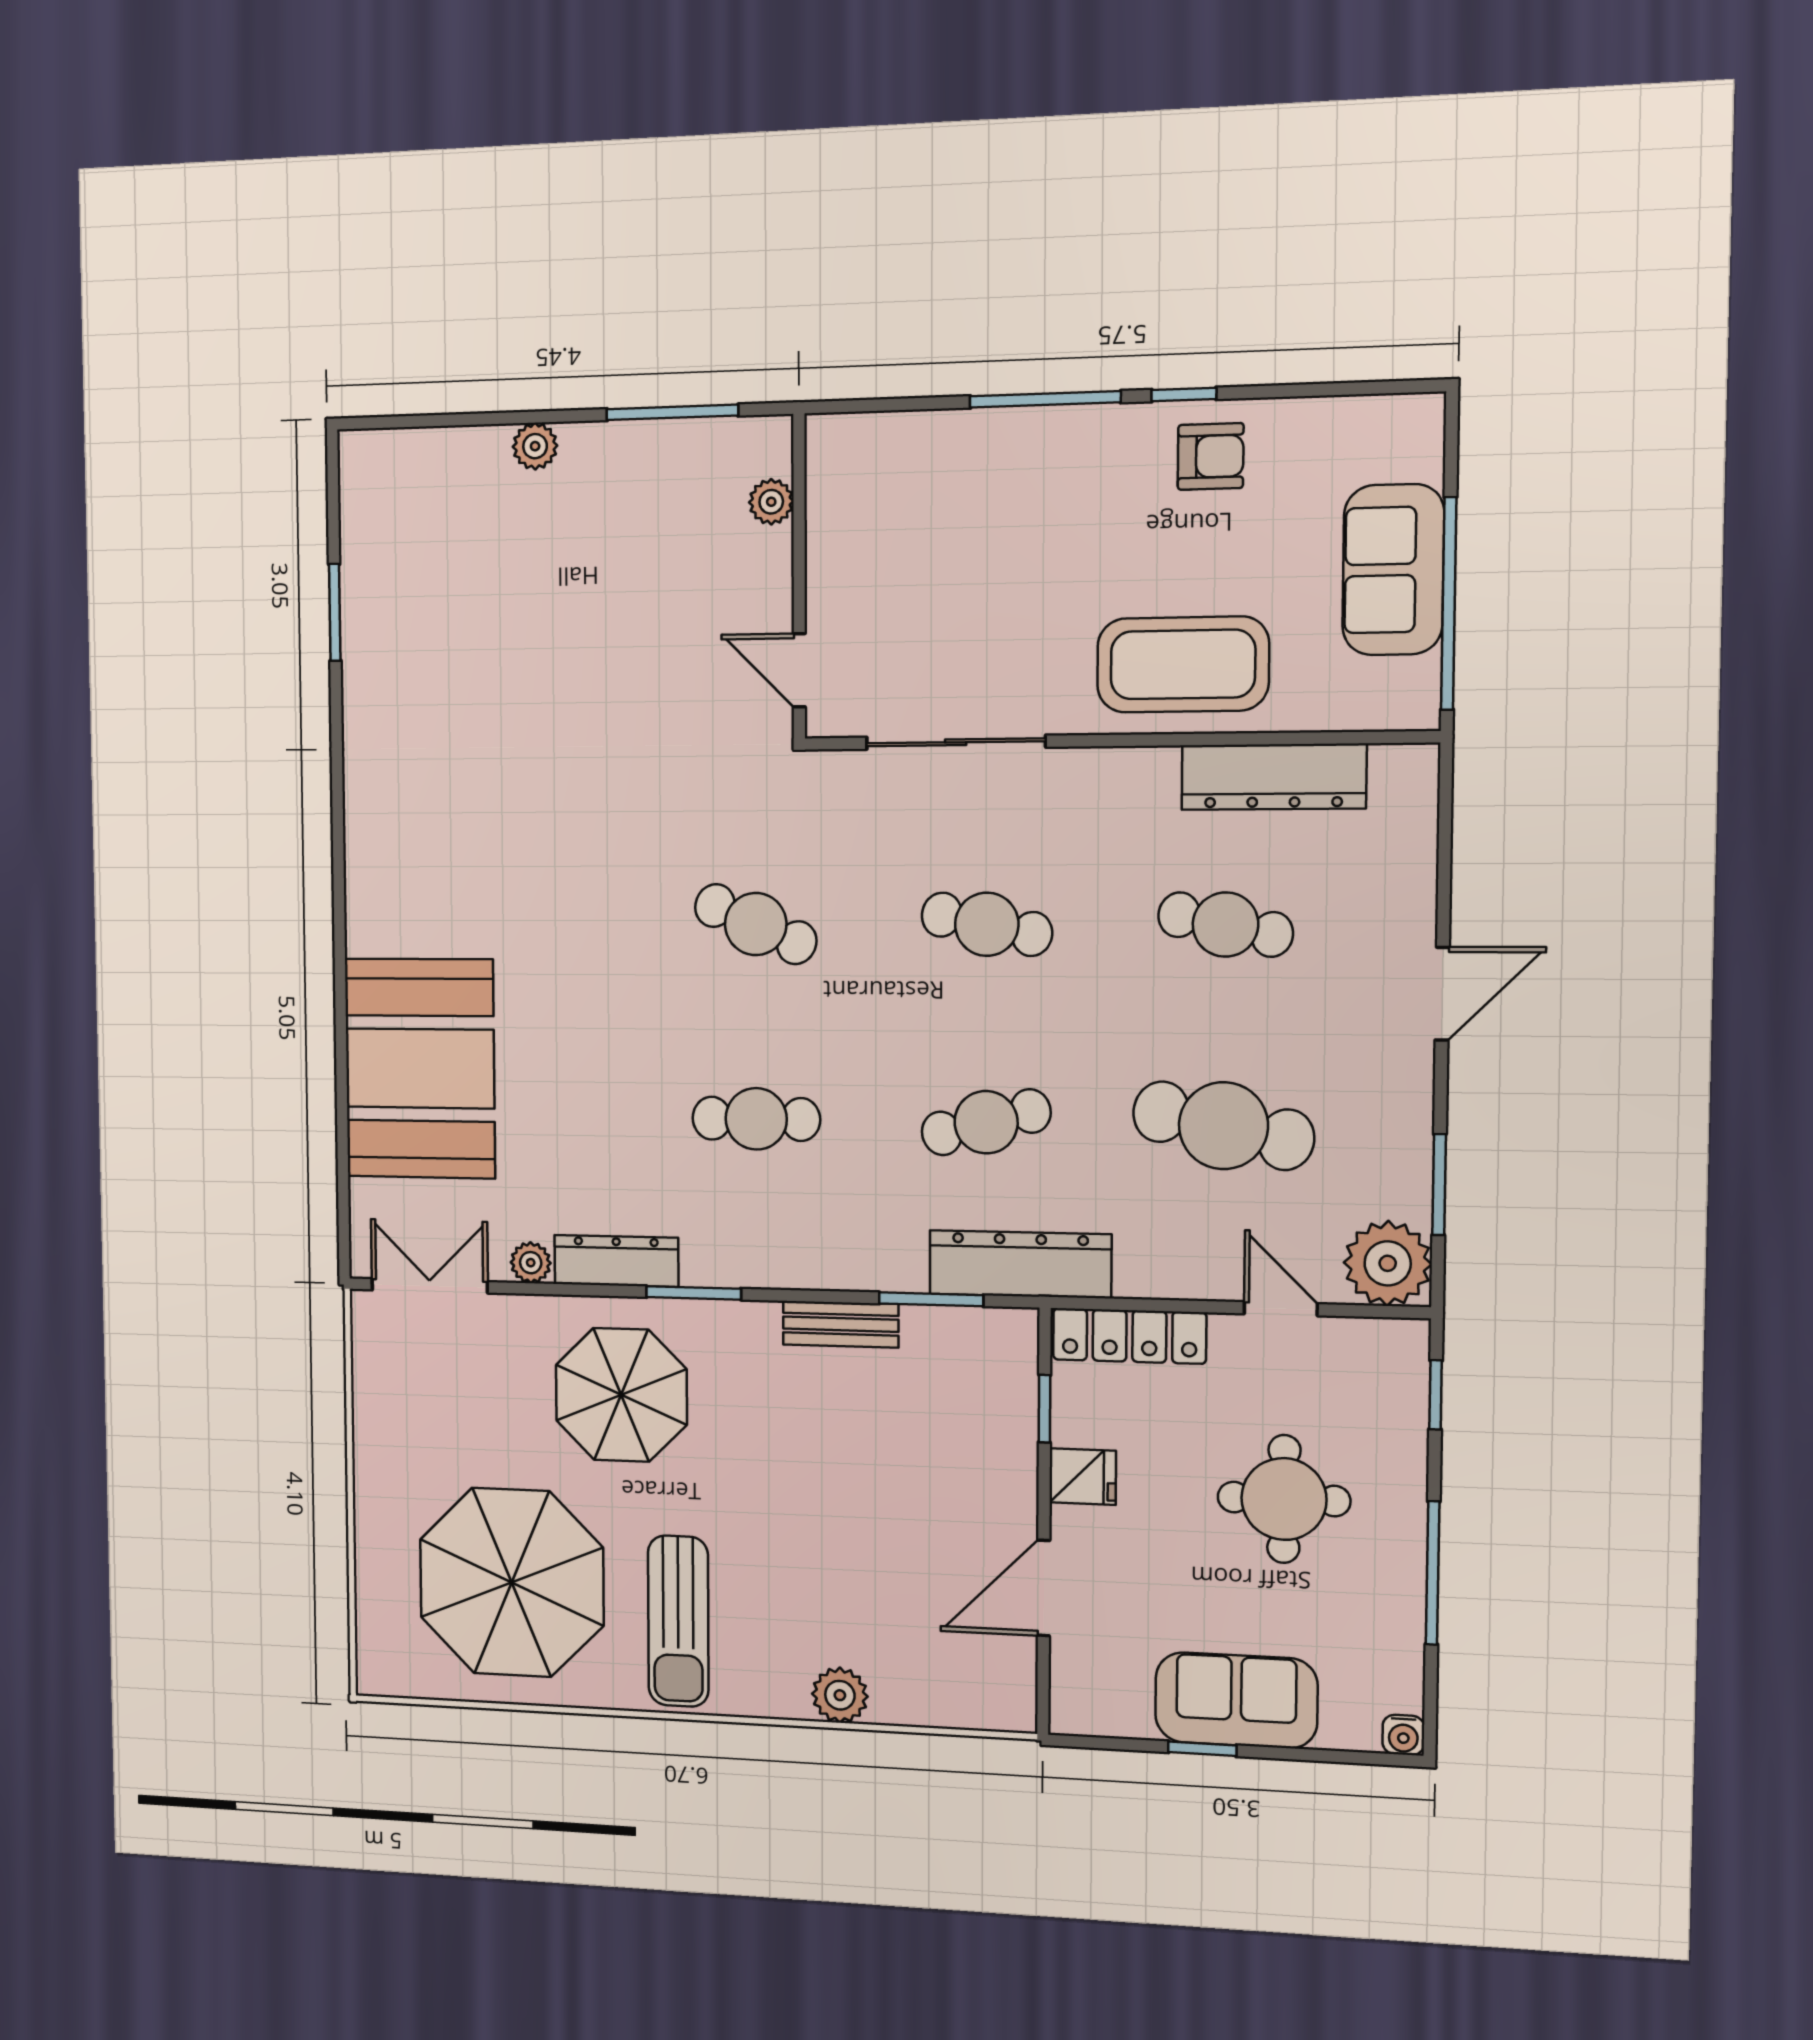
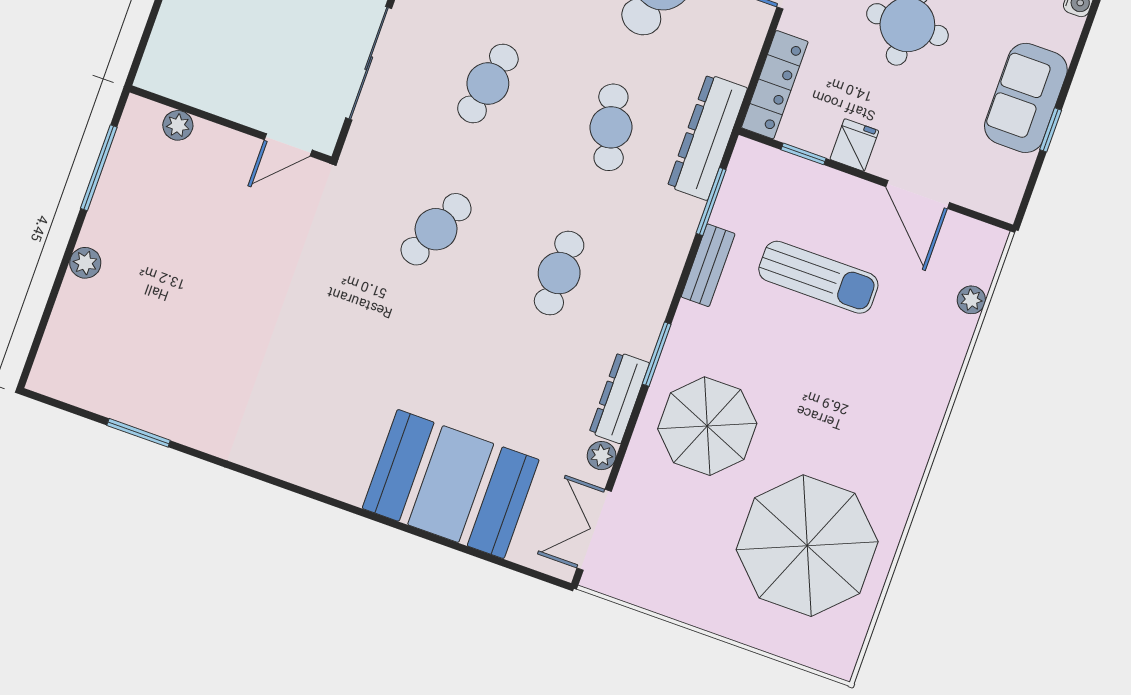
sun lounger: (678, 1621) -> (818, 277), moved
plant: (840, 1695) -> (971, 300), moved, width x0.73, depth x0.73

